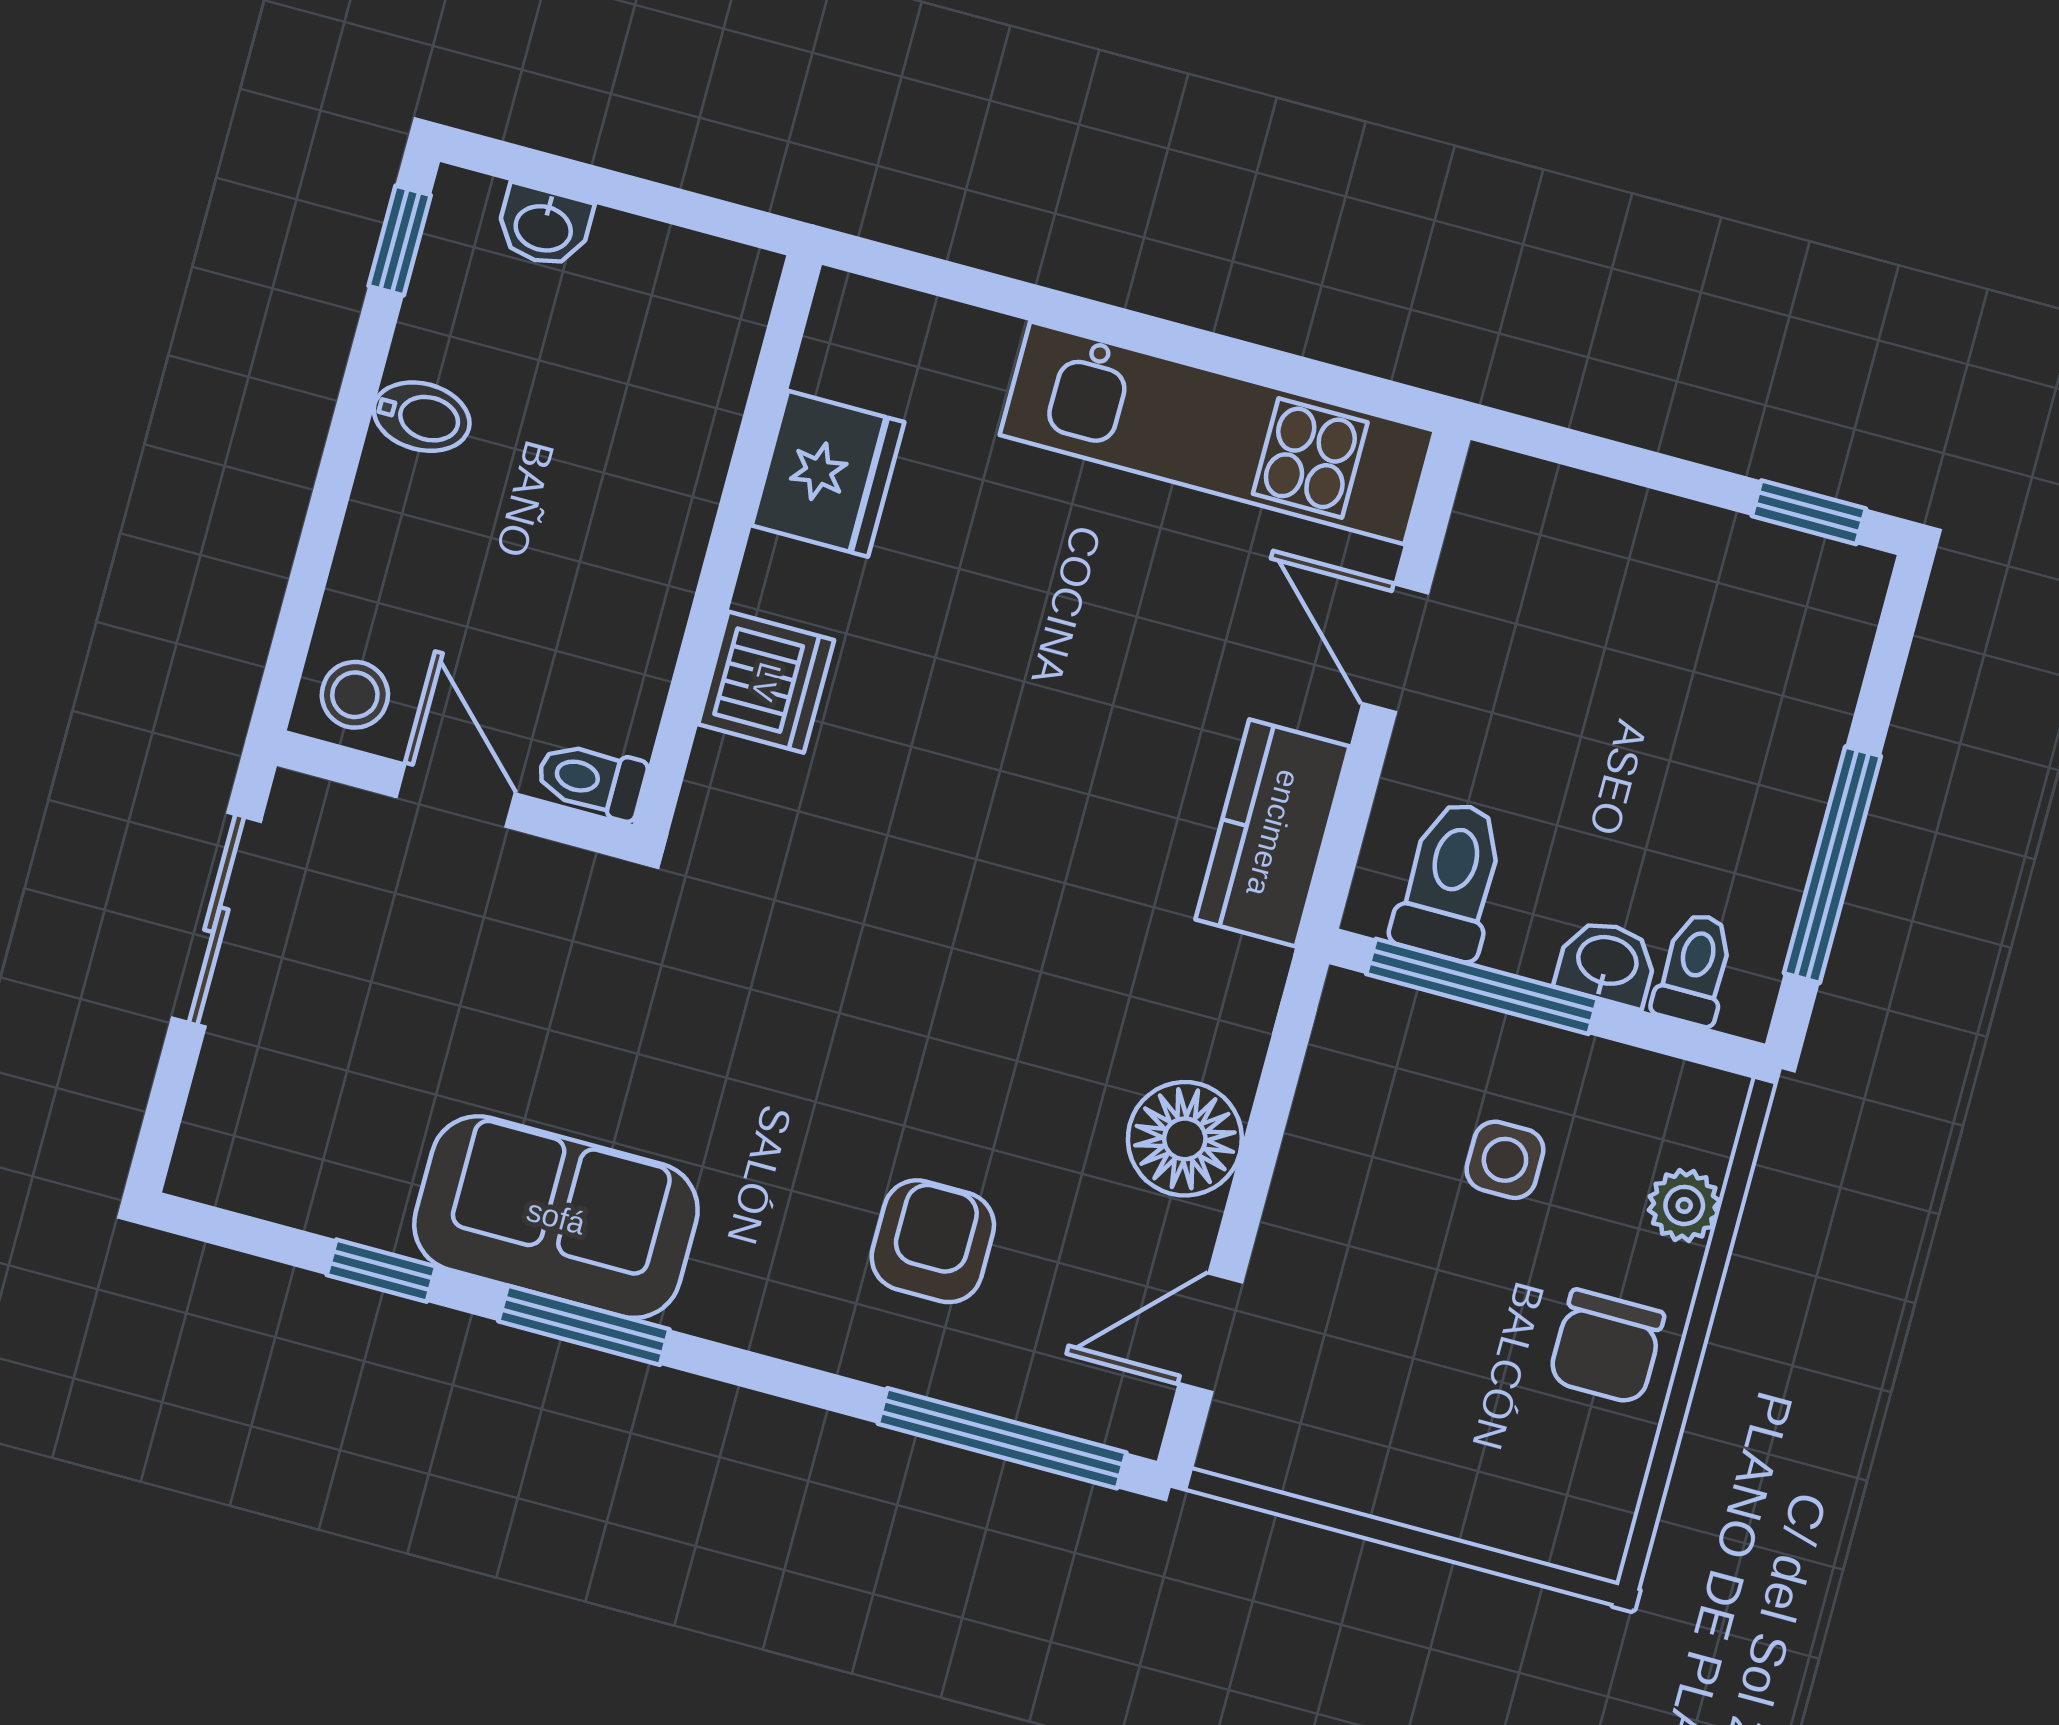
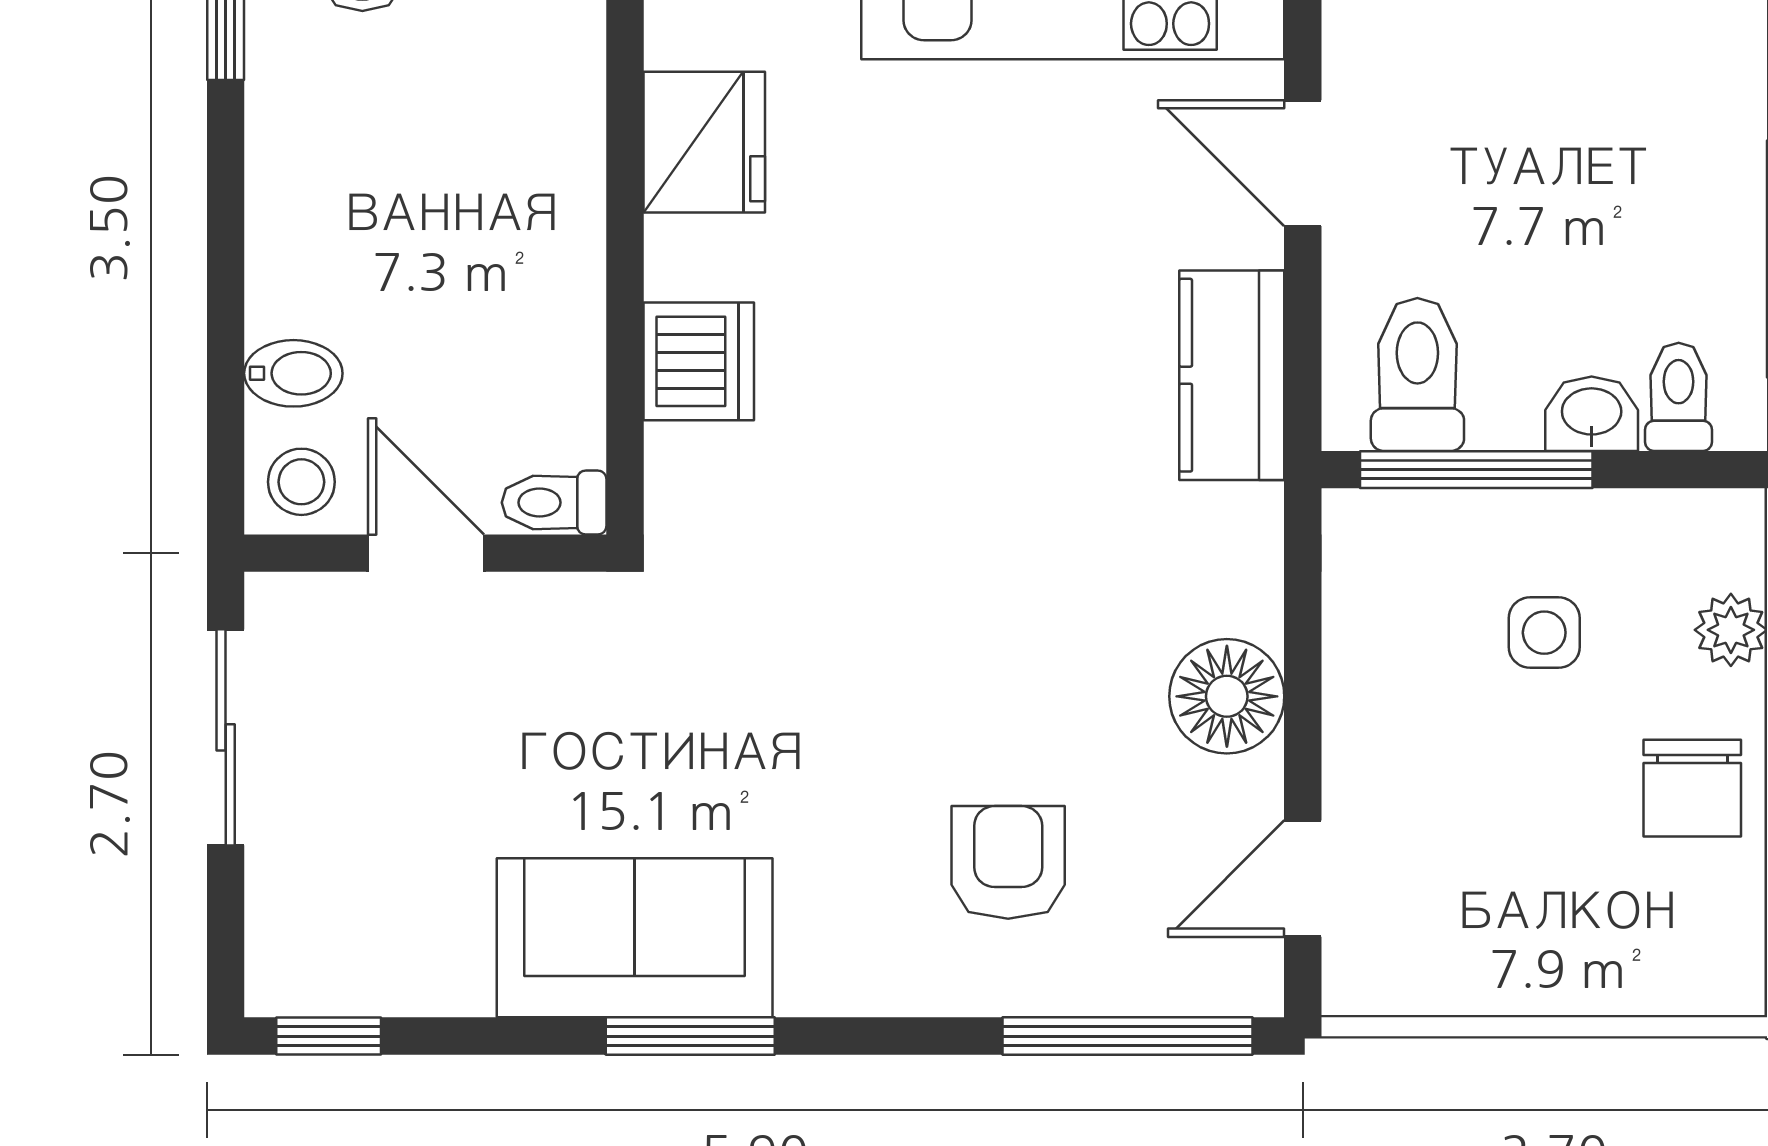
bidet: (422, 417) -> (293, 373), moved
window: (381, 1271) -> (329, 1036), moved

